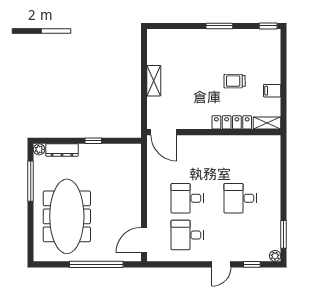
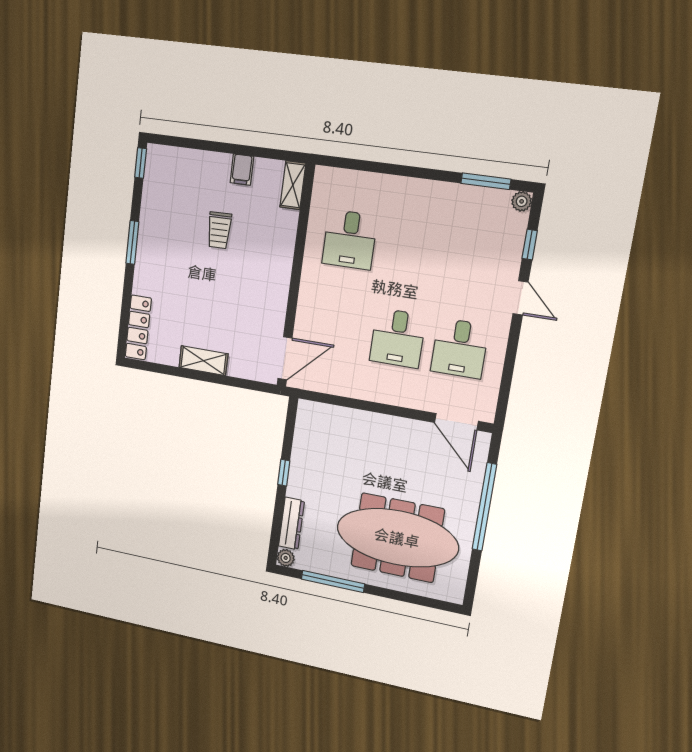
locker: (232, 122) -> (138, 328), moved, turned 180
desk: (240, 198) -> (350, 240), moved

